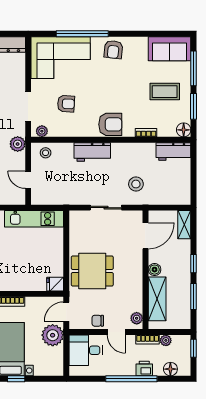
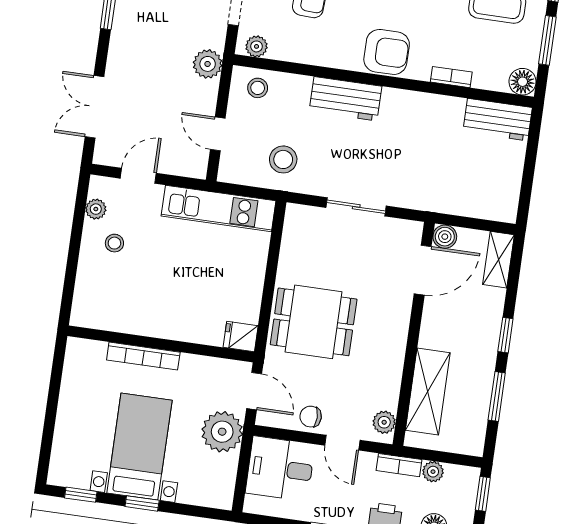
stool: (136, 184) -> (283, 159), moved
boiler: (155, 270) -> (445, 237), moved
door: (66, 312) -> (254, 391), swing flipped

